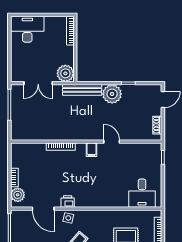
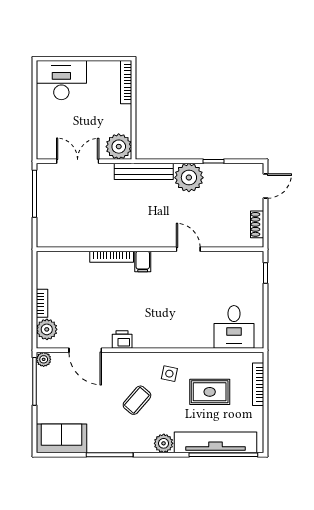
double door: (38, 83) -> (78, 161), swing flipped
filing cabinet: (92, 150) -> (143, 262), moved
plant: (16, 215) -> (44, 359), added
side table: (68, 218) -> (169, 374), moved

